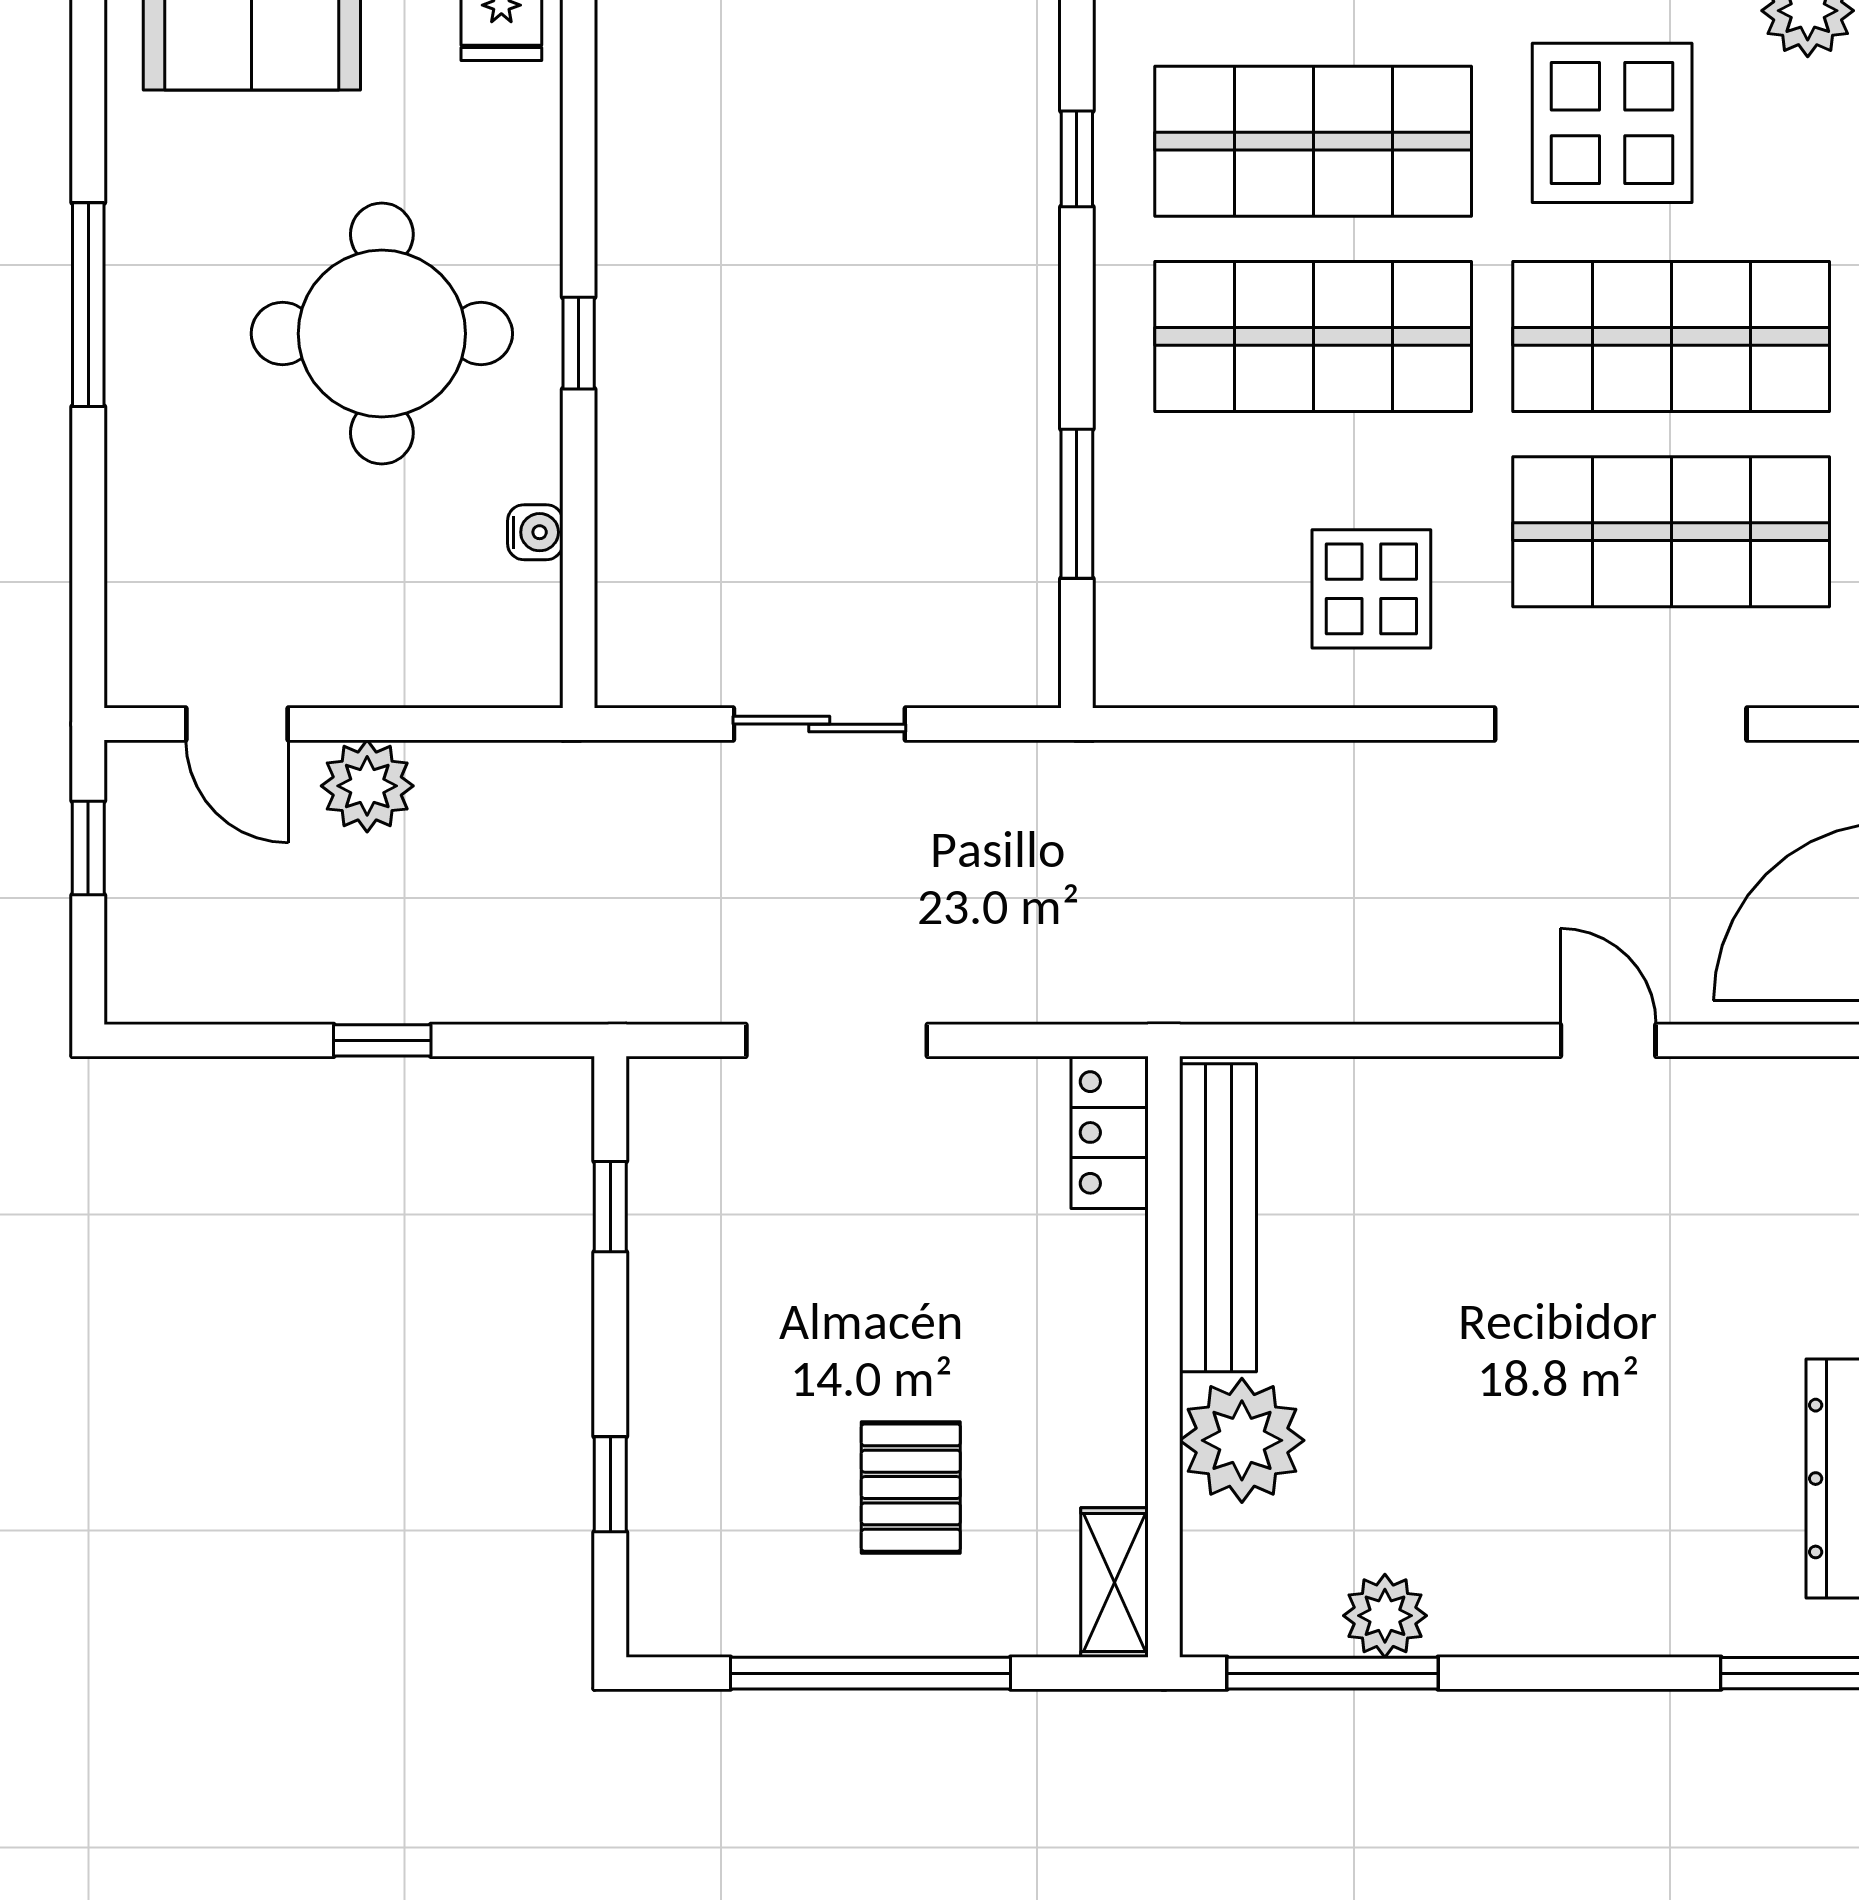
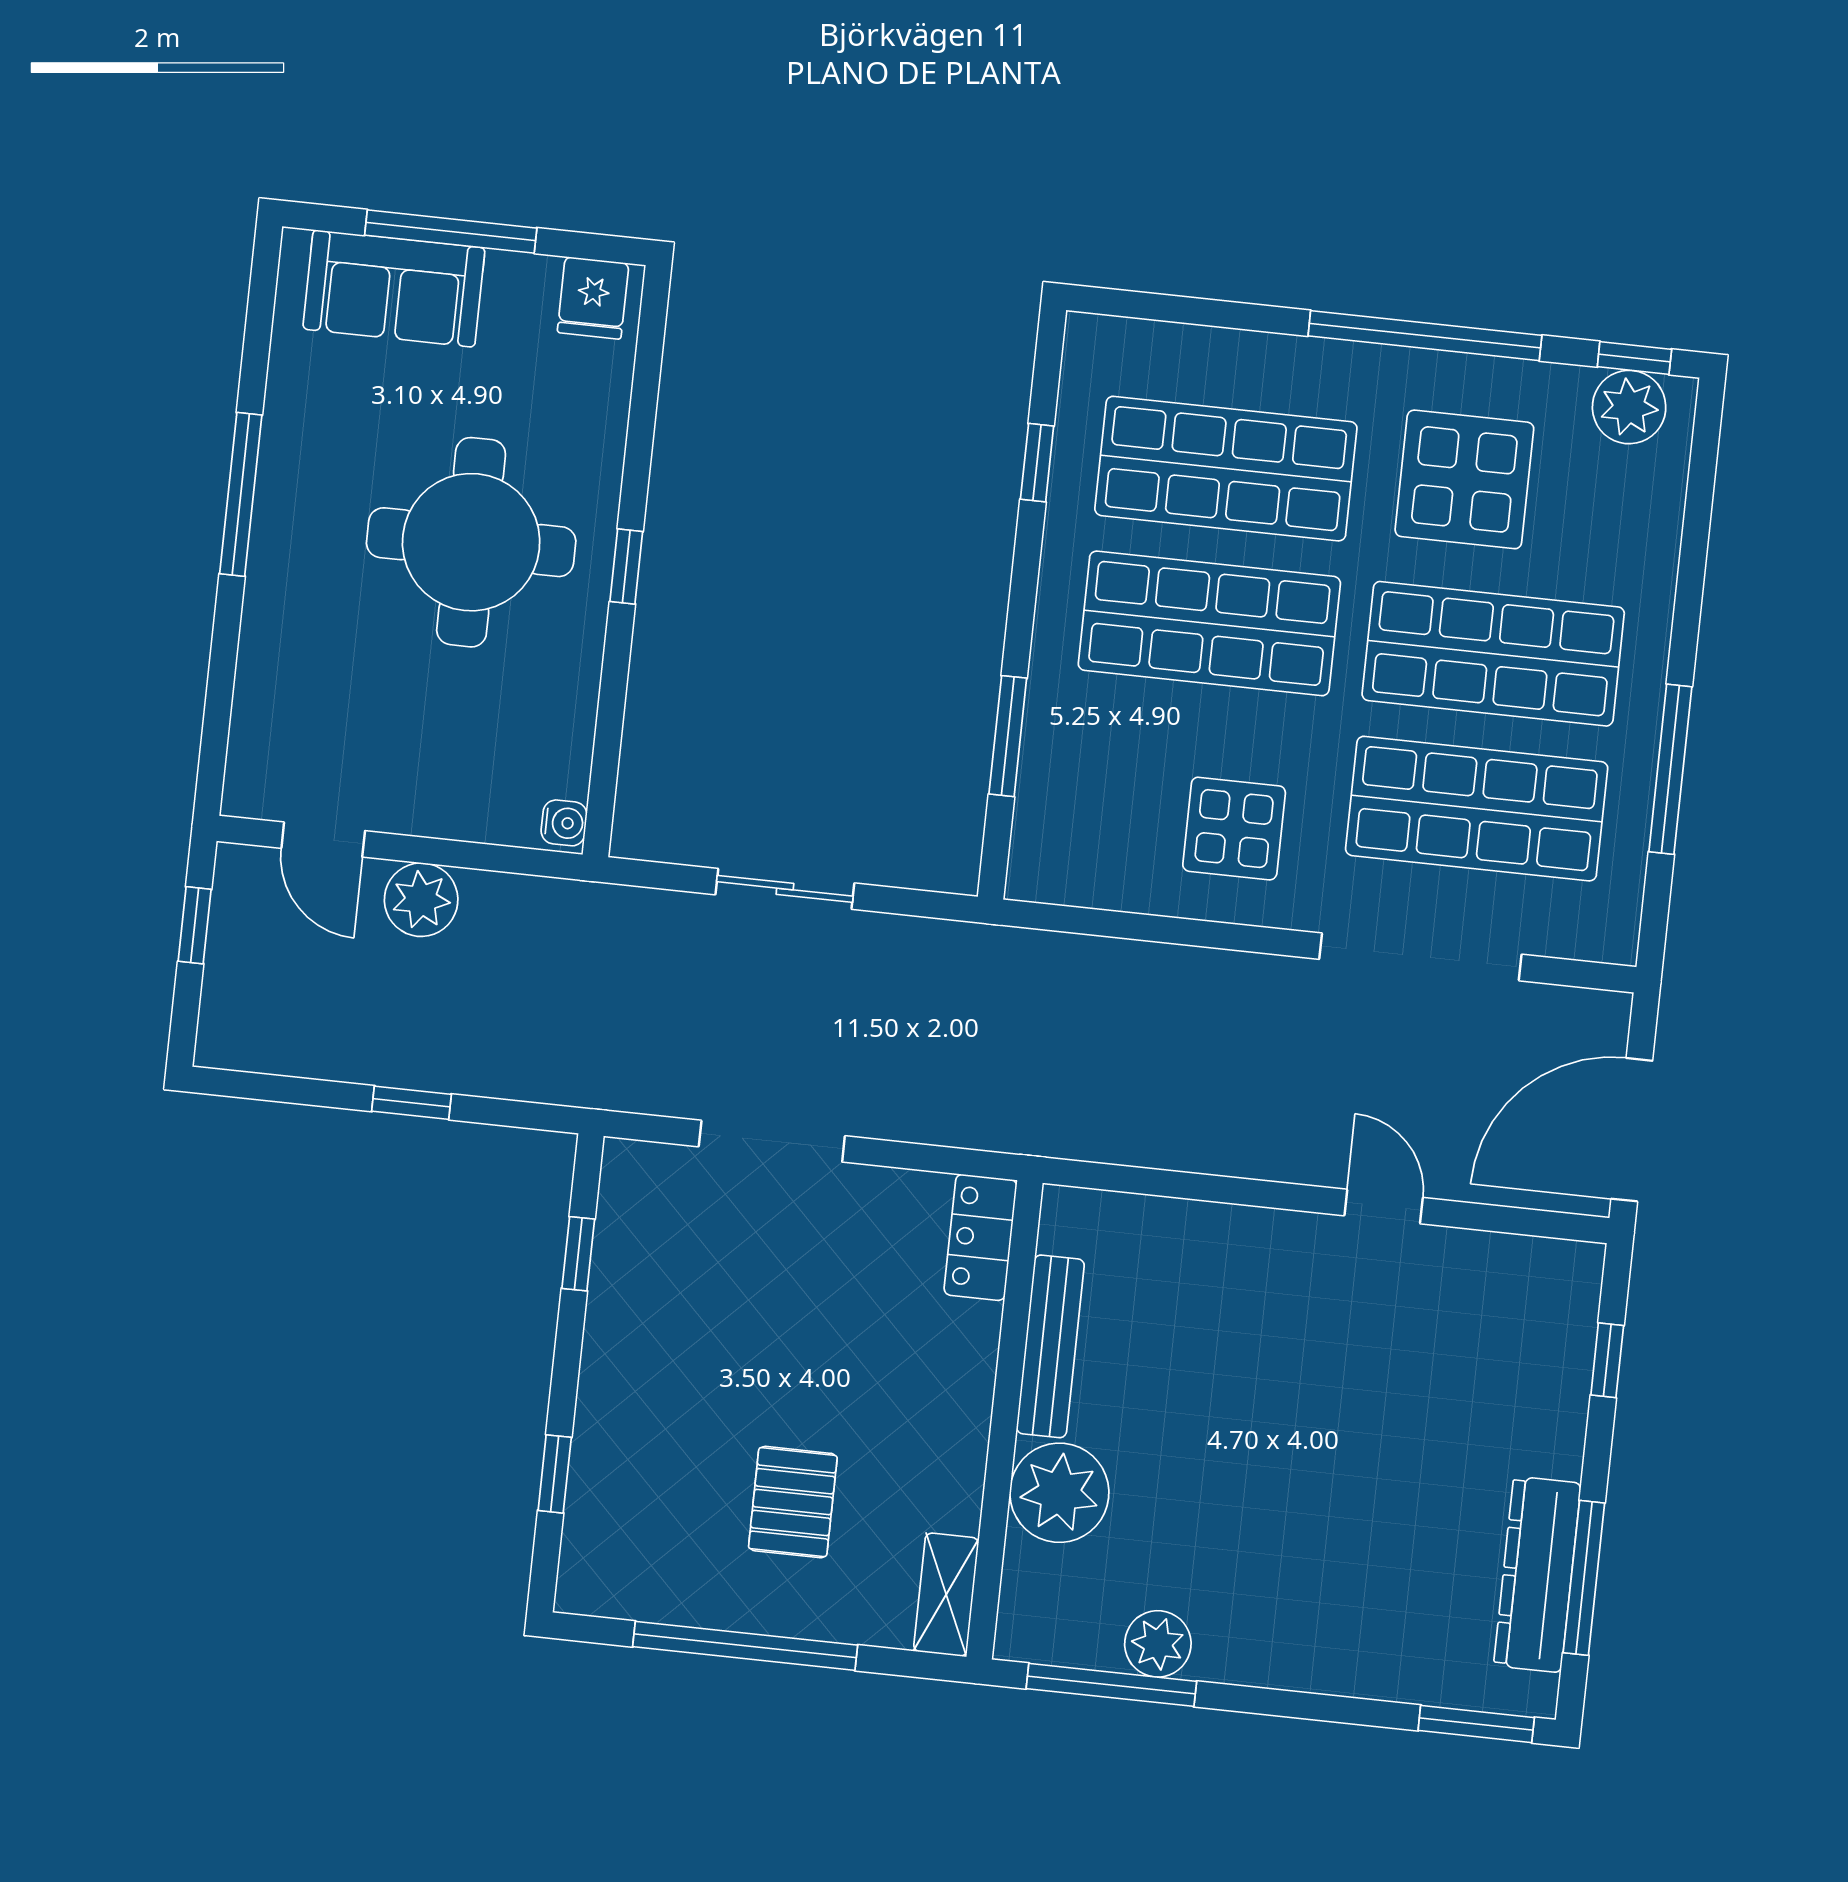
water cooler: (535, 532) -> (564, 823), moved
bench: (1218, 1218) -> (1050, 1346), width x0.73, depth x0.82

